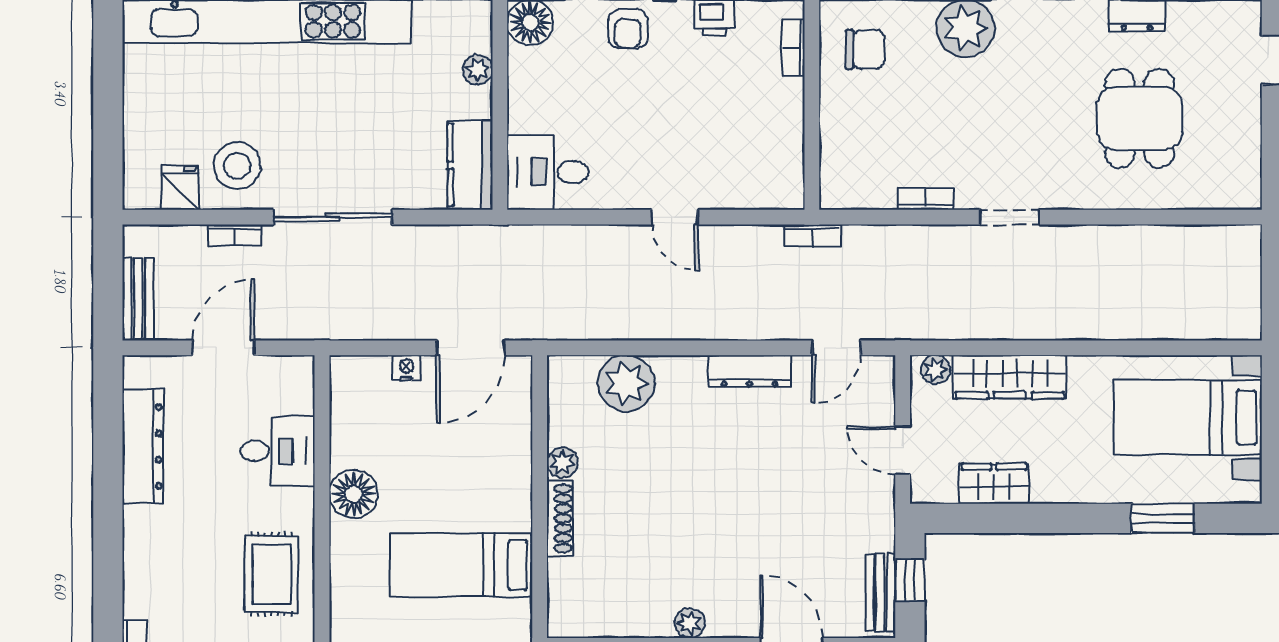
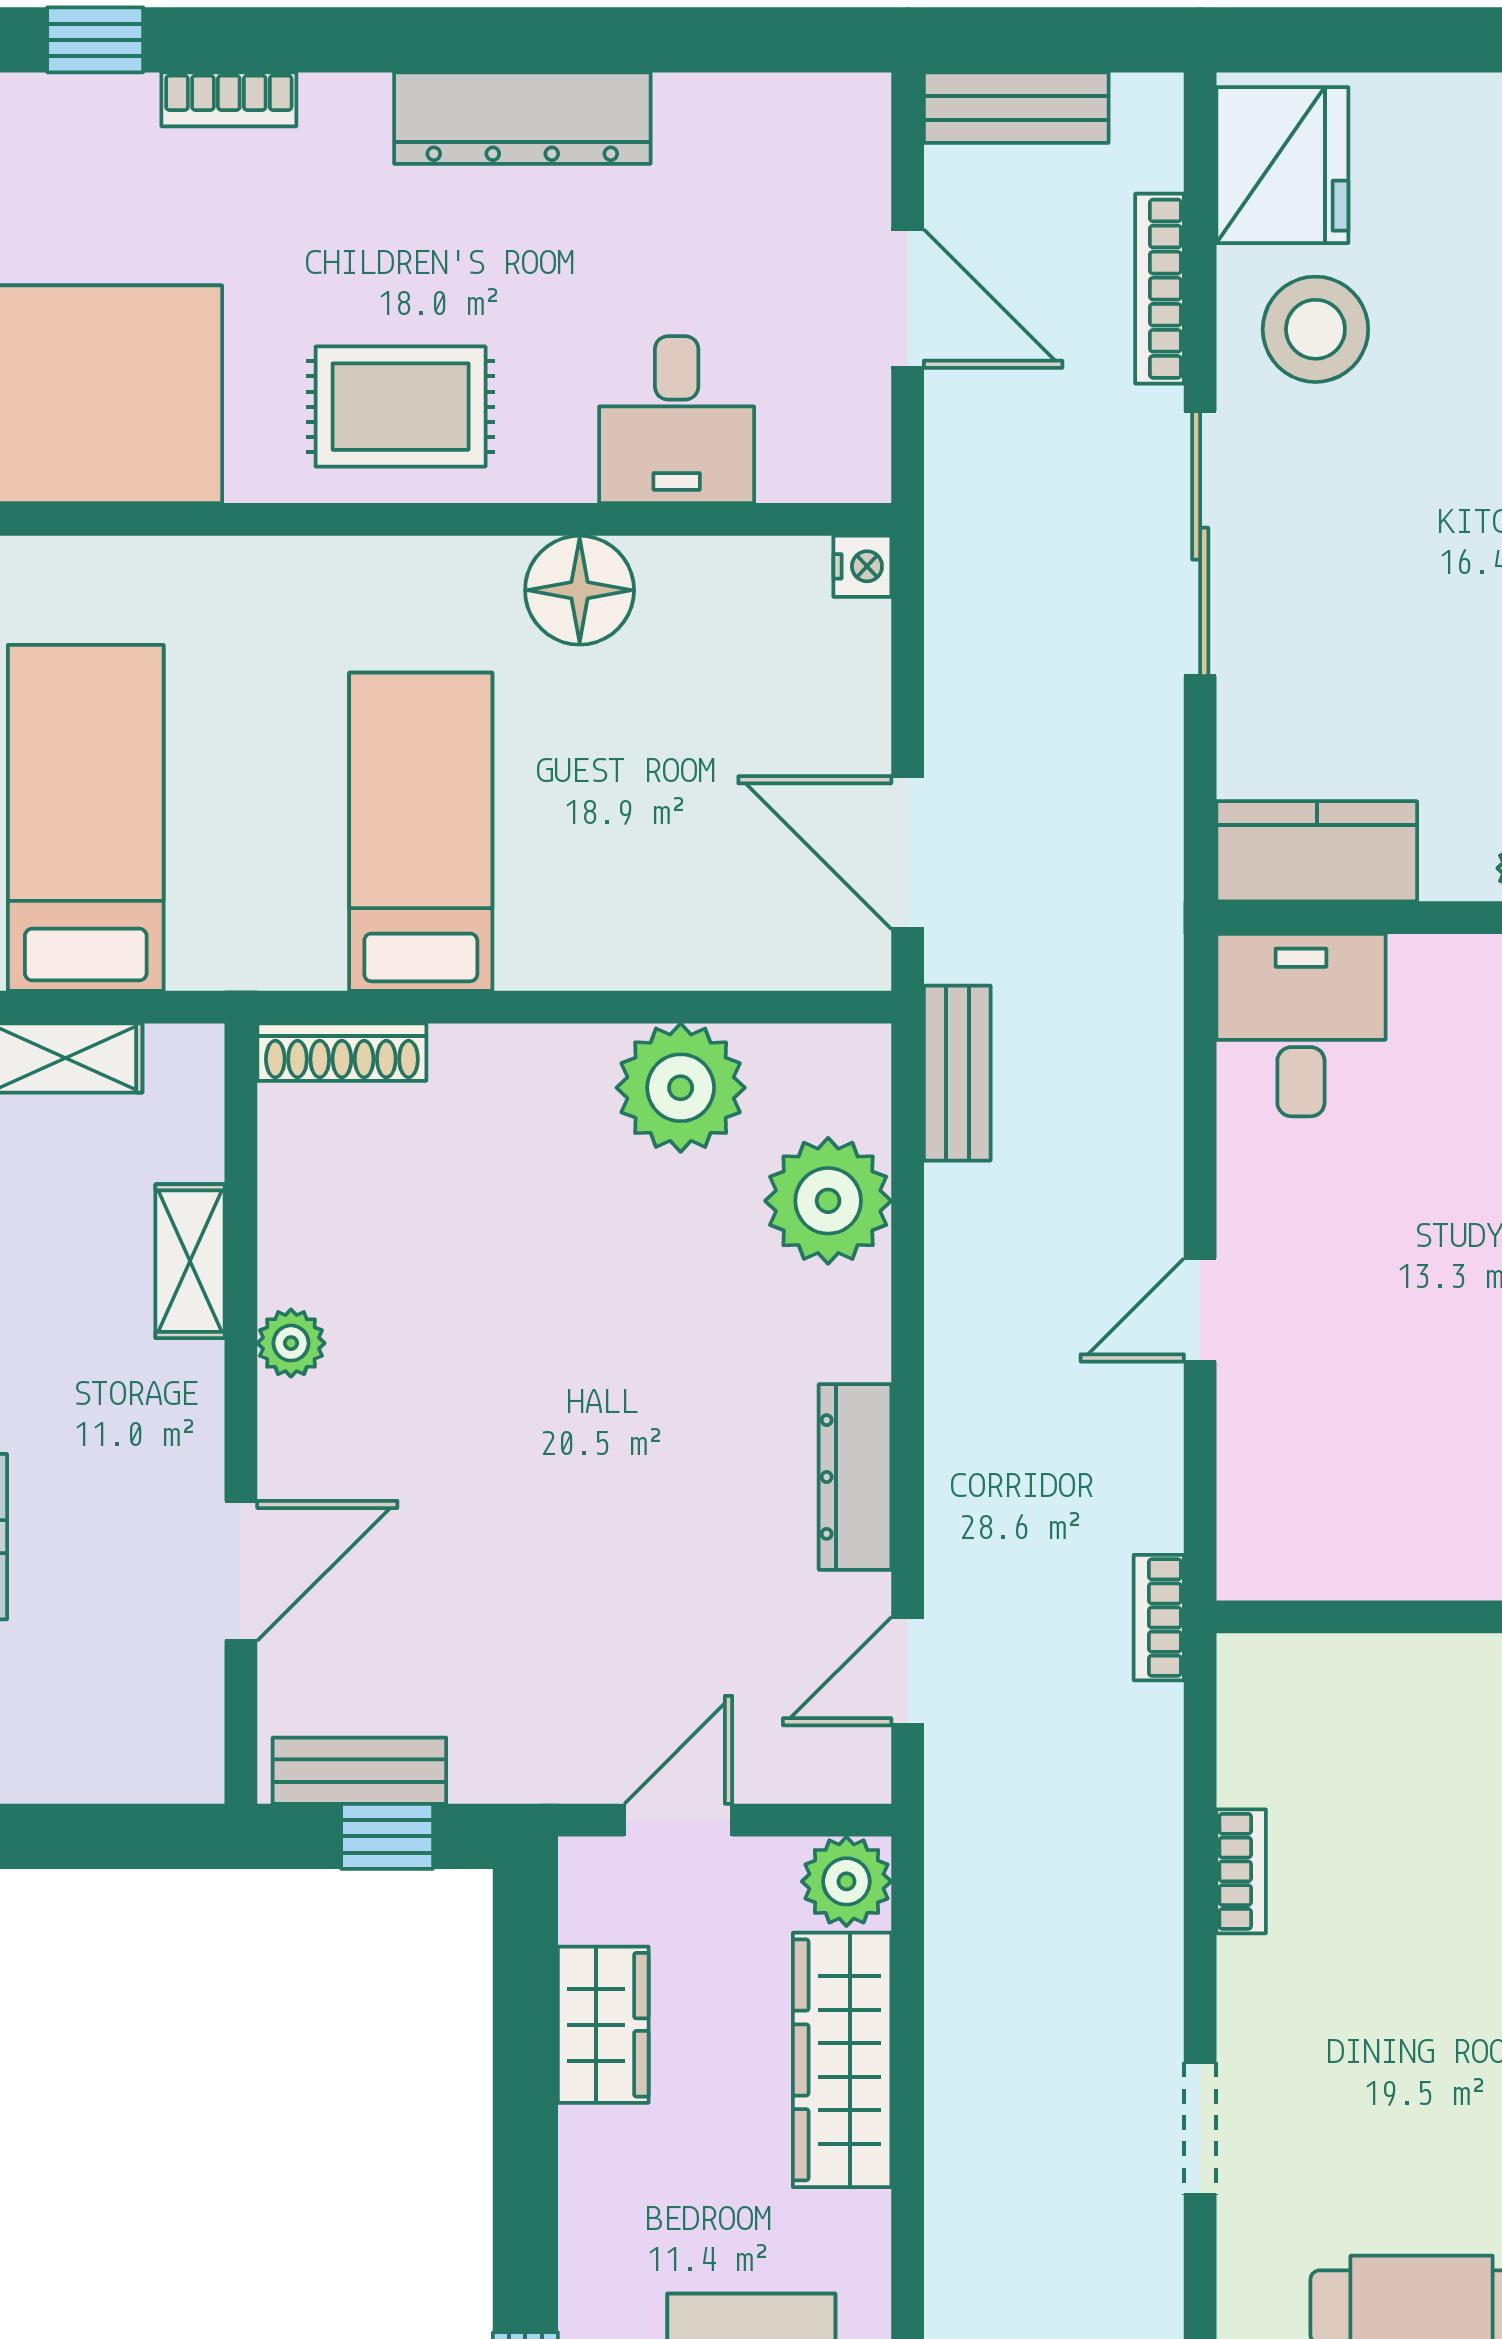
fridge: (180, 188) -> (1282, 165), width x1.88, depth x1.34
doorway: (1009, 217) -> (1200, 2129), moved
bookcase: (234, 235) -> (1160, 289), width x1.56
bench: (569, 326) -> (957, 1073), added
door: (836, 348) -> (908, 1671), hinge flipped
nightstand: (406, 368) -> (862, 566), moved
plant: (935, 370) -> (846, 1881), width x1.38, depth x1.38
dresser: (143, 447) -> (522, 118), moved
plant: (562, 462) -> (681, 1088), width x1.87, depth x1.87
shoe rack: (560, 518) -> (342, 1052), moved

